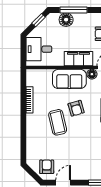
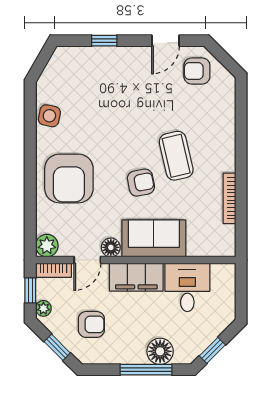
desk: (39, 49) -> (187, 287), moved, turned -90
armchair: (76, 108) -> (141, 183), turned 95
armchair: (47, 167) -> (197, 71), turned 90

